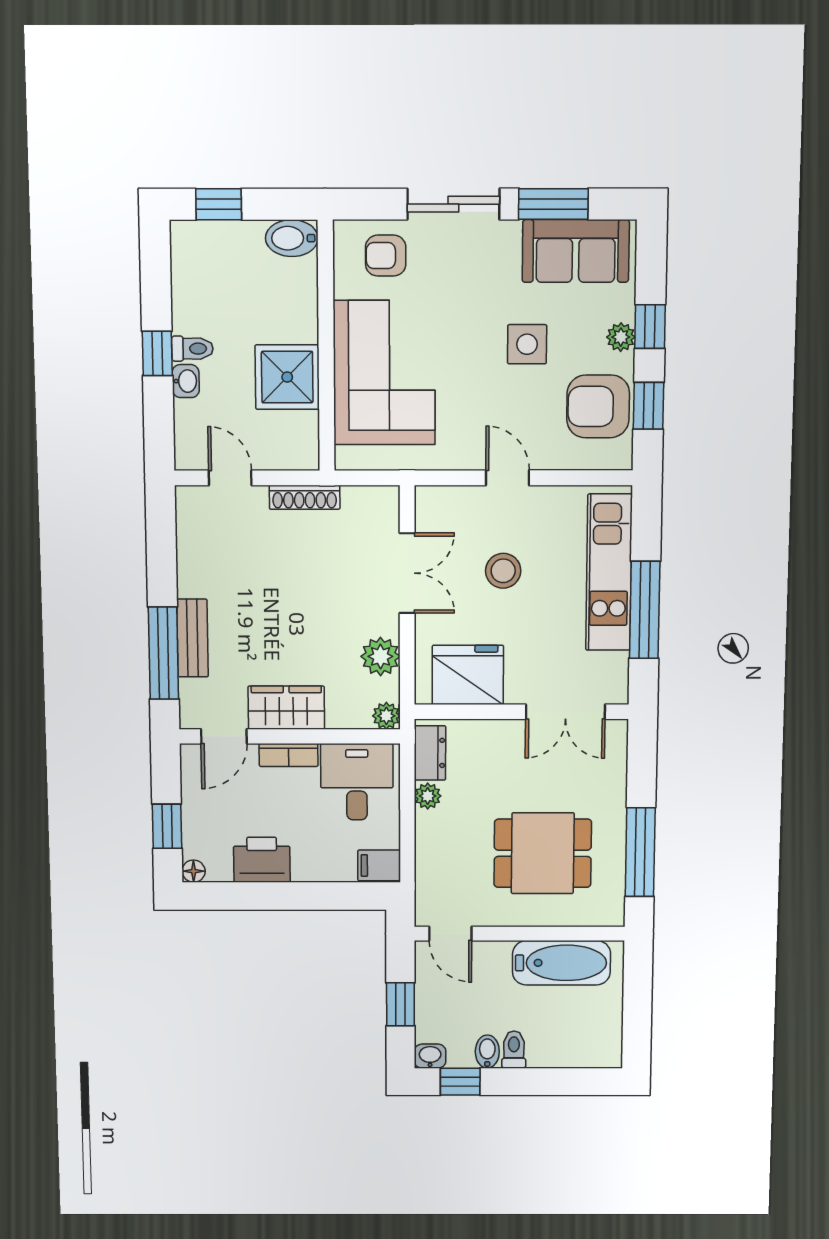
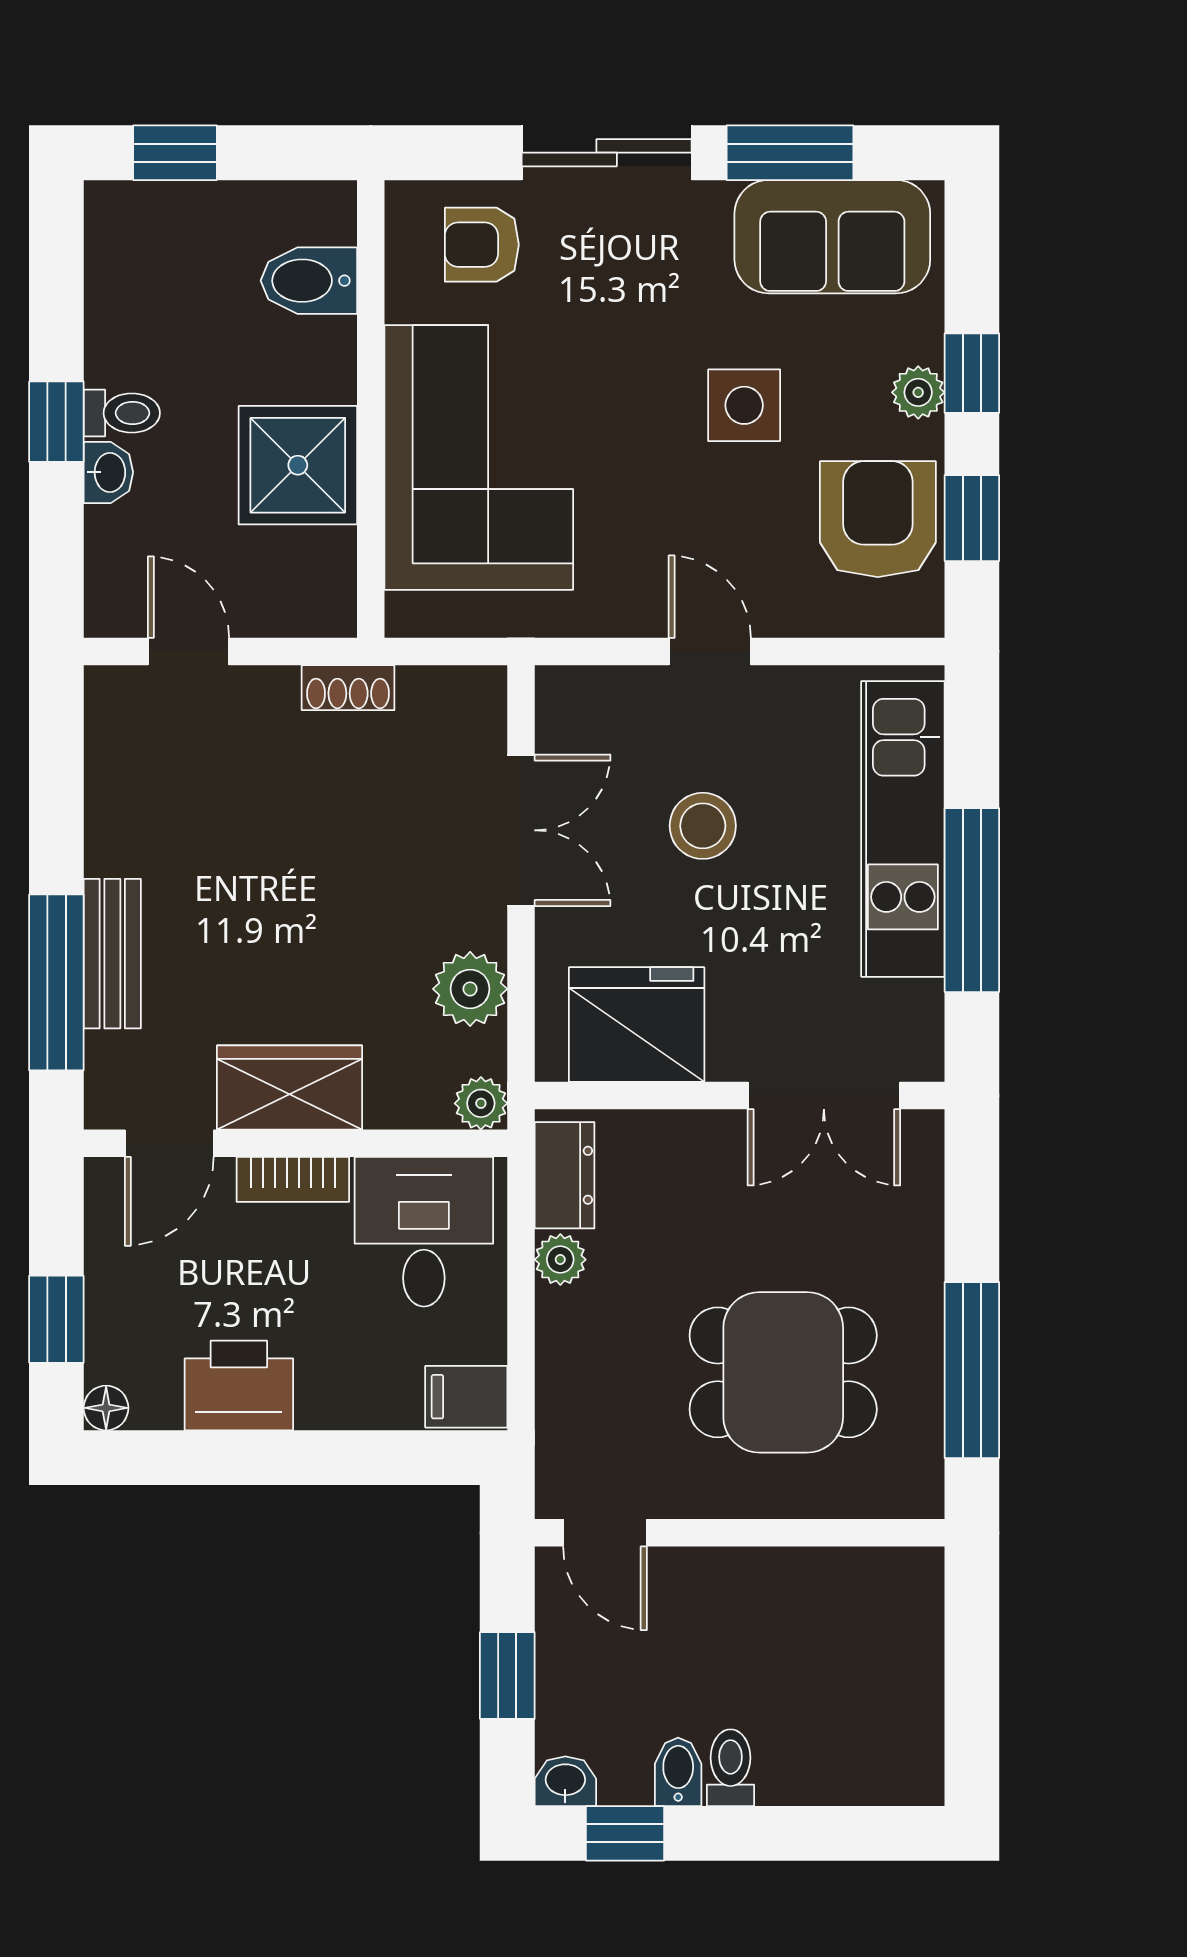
bidet: (292, 238) -> (309, 281), moved
armchair: (598, 406) -> (878, 519), turned 90
shoe rack: (305, 497) -> (348, 688), width x0.70
bathtub: (561, 963) -> (822, 1591), removed

